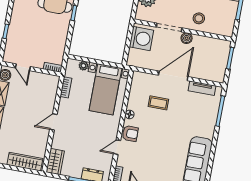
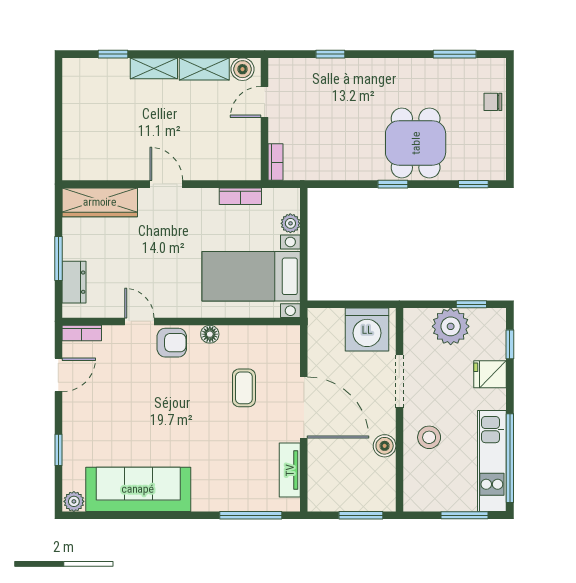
boiler: (187, 38) -> (385, 446), moved
armchair: (130, 134) -> (172, 343), turned -90
wardrobe: (25, 162) -> (76, 142), removed
wardrobe: (55, 162) -> (100, 202), width x1.50

